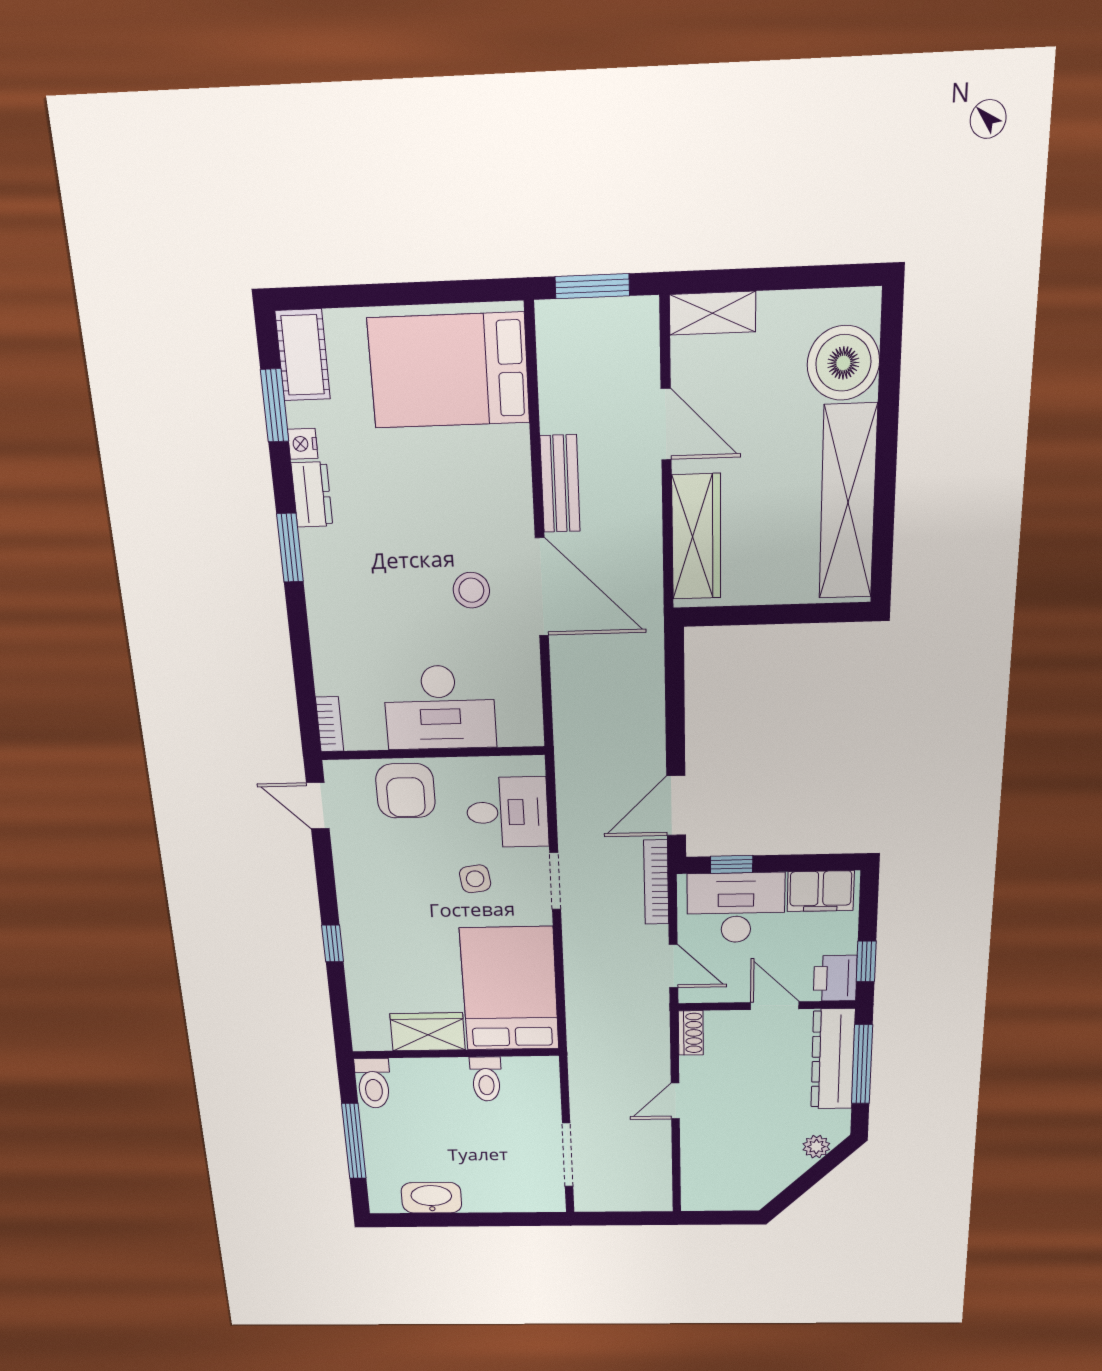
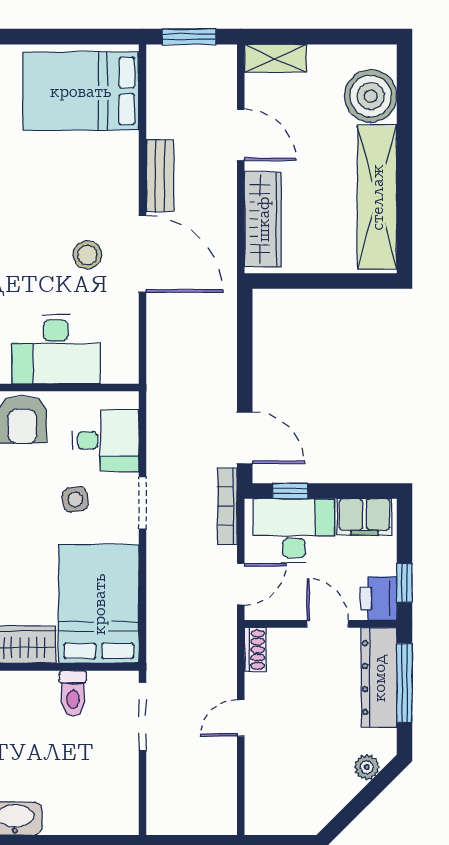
door: (676, 806) -> (245, 438), swing flipped
door: (673, 966) -> (241, 584), hinge flipped
doorway: (568, 1155) -> (143, 716), moved

